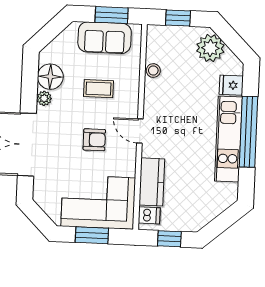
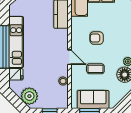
door: (140, 131) -> (69, 57), moved

